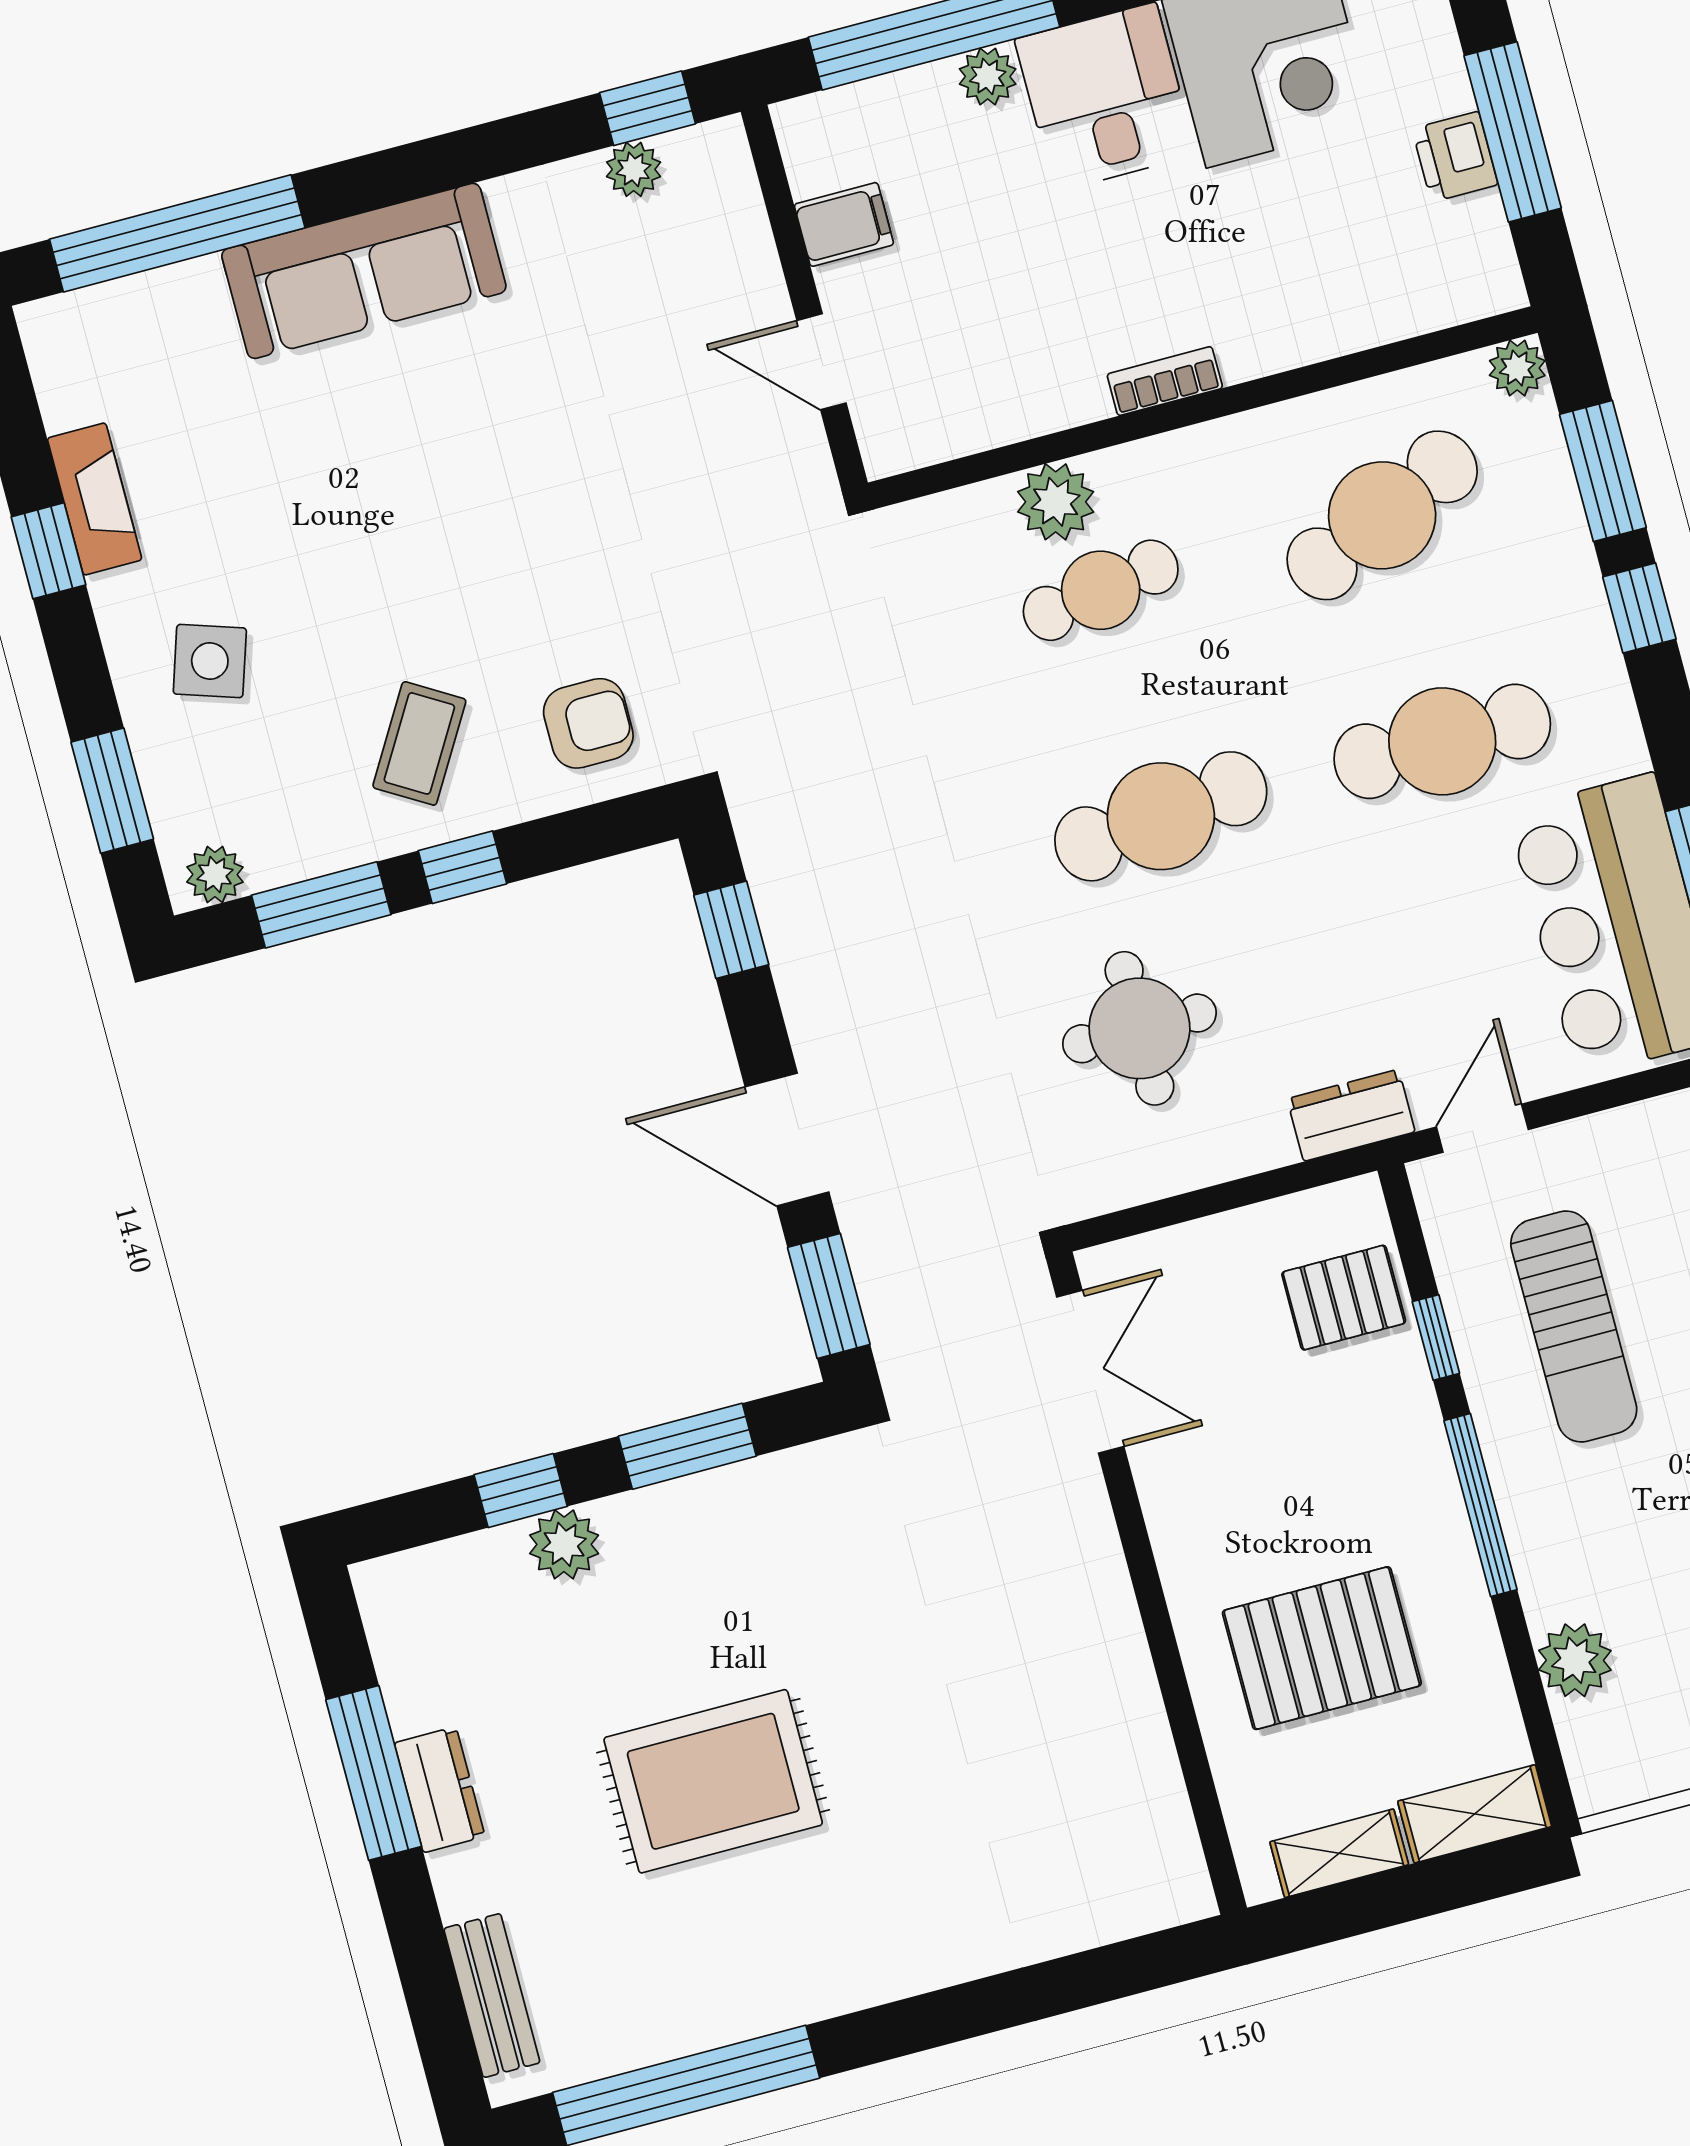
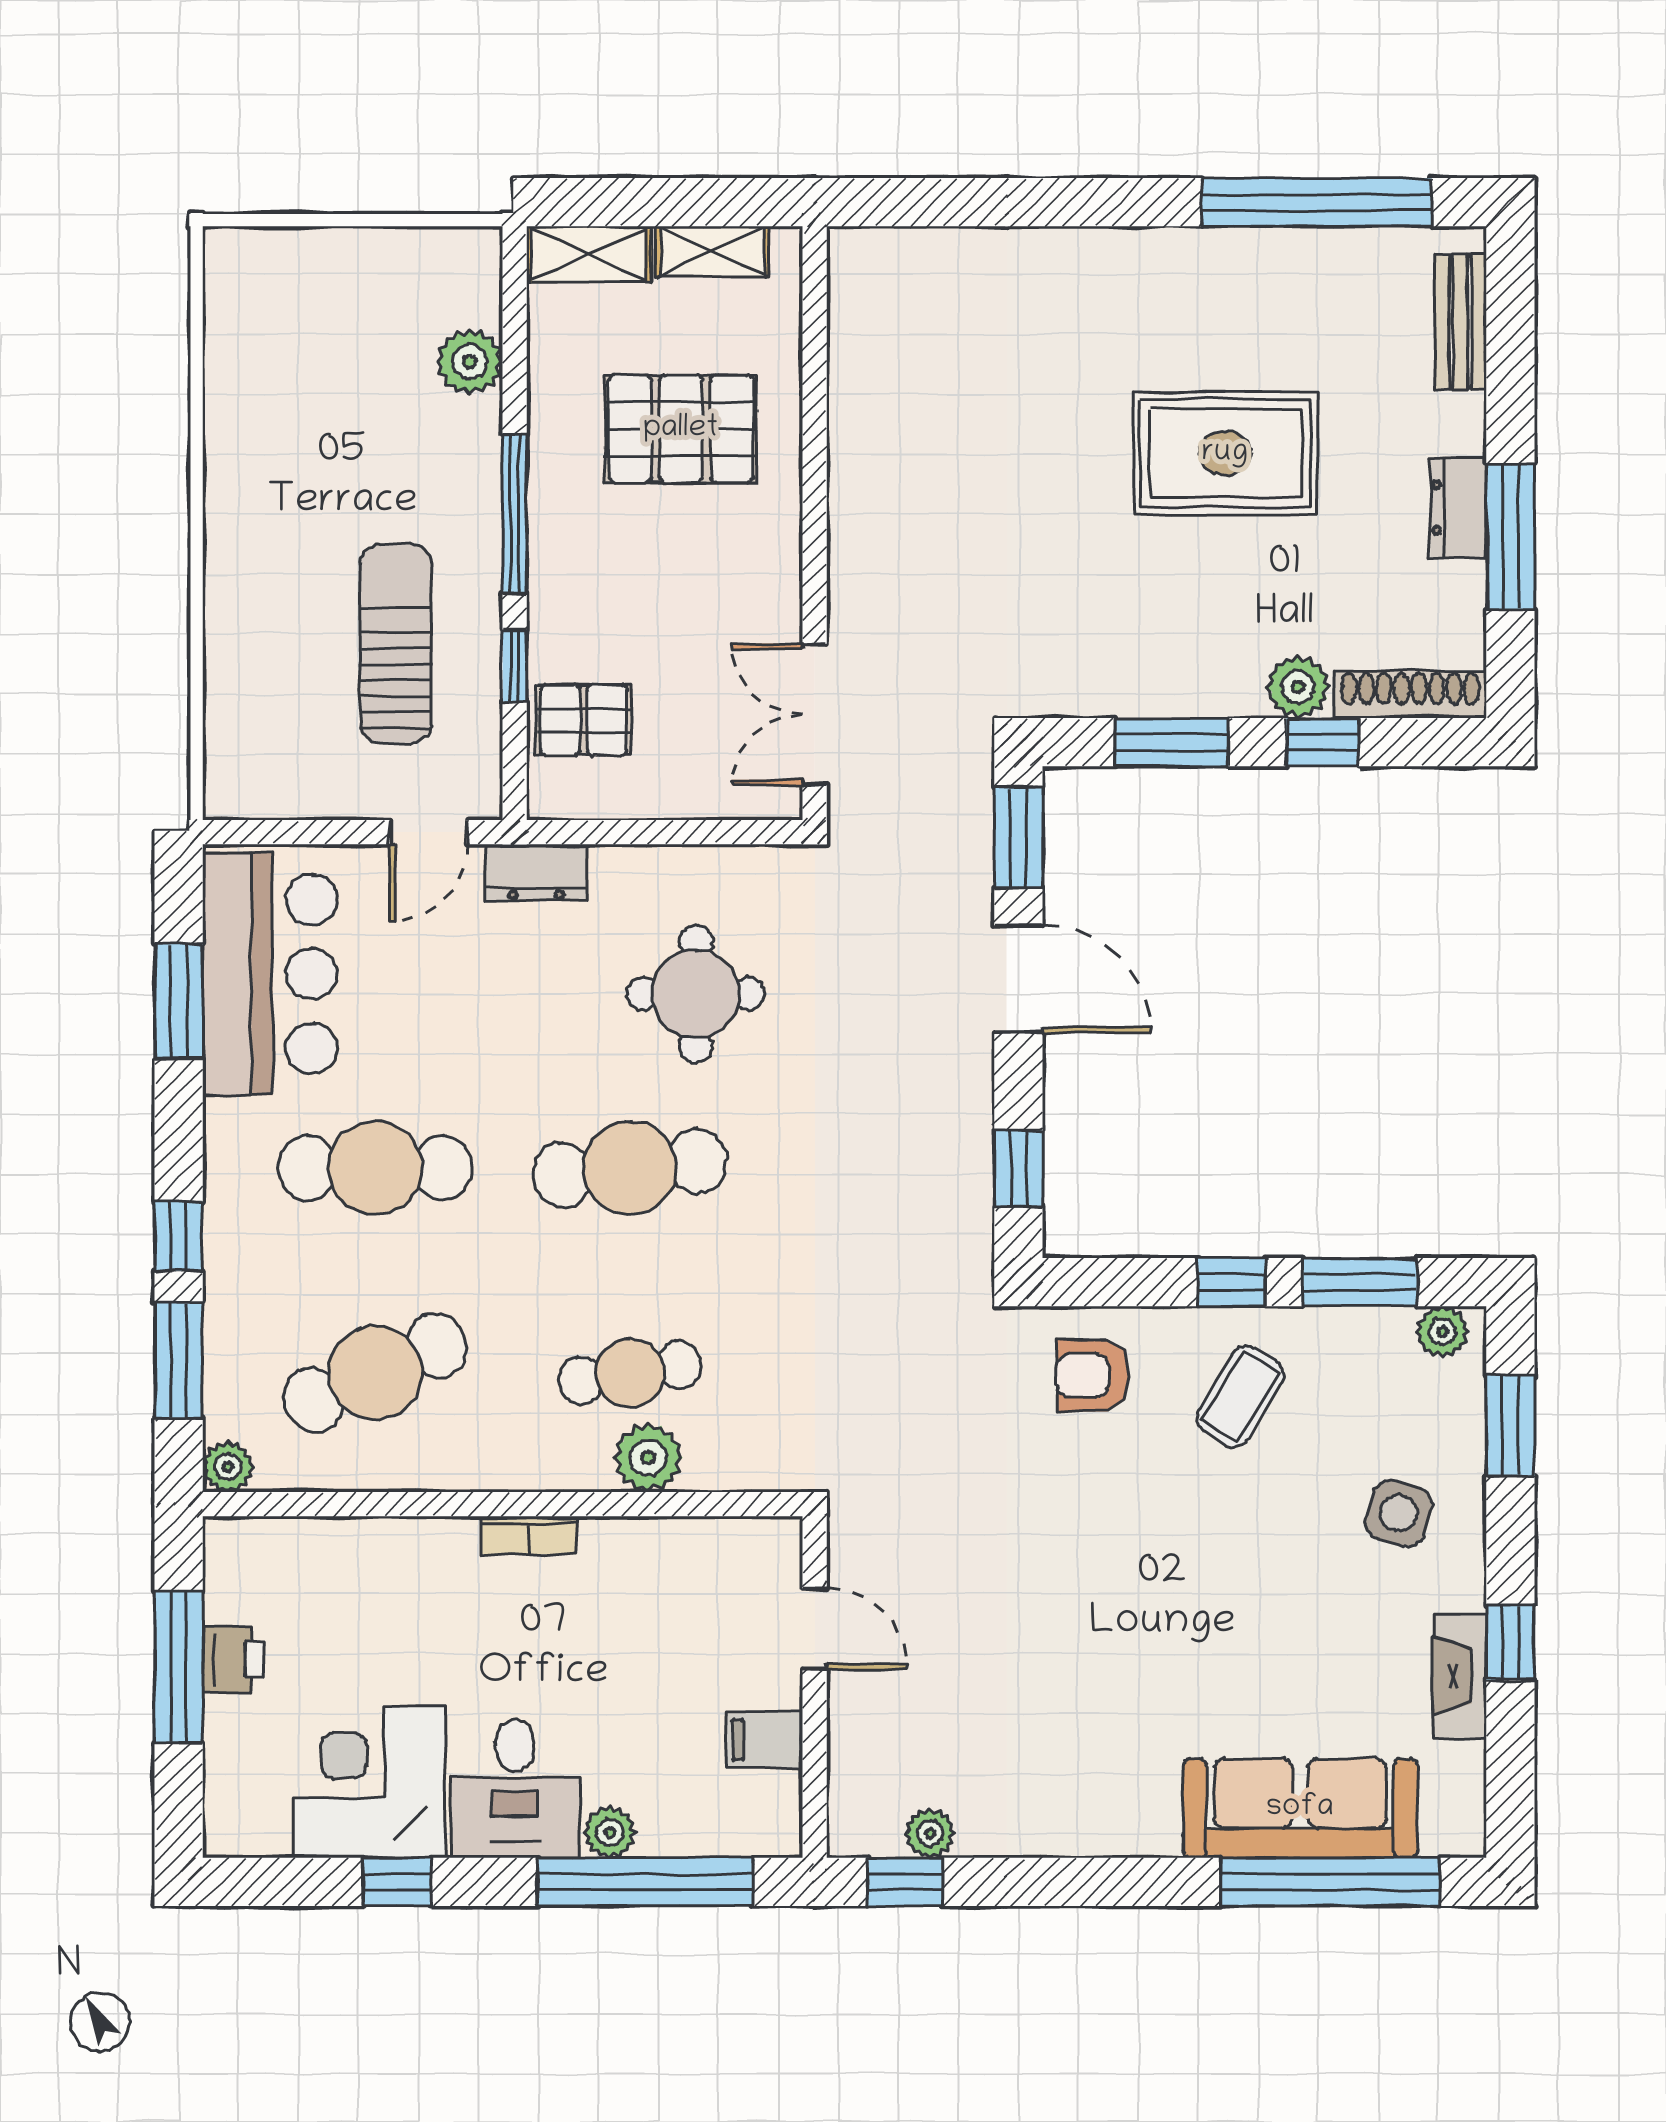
sofa: (364, 271) -> (1300, 1808), moved
shoe rack: (438, 1569) -> (1410, 695), added

